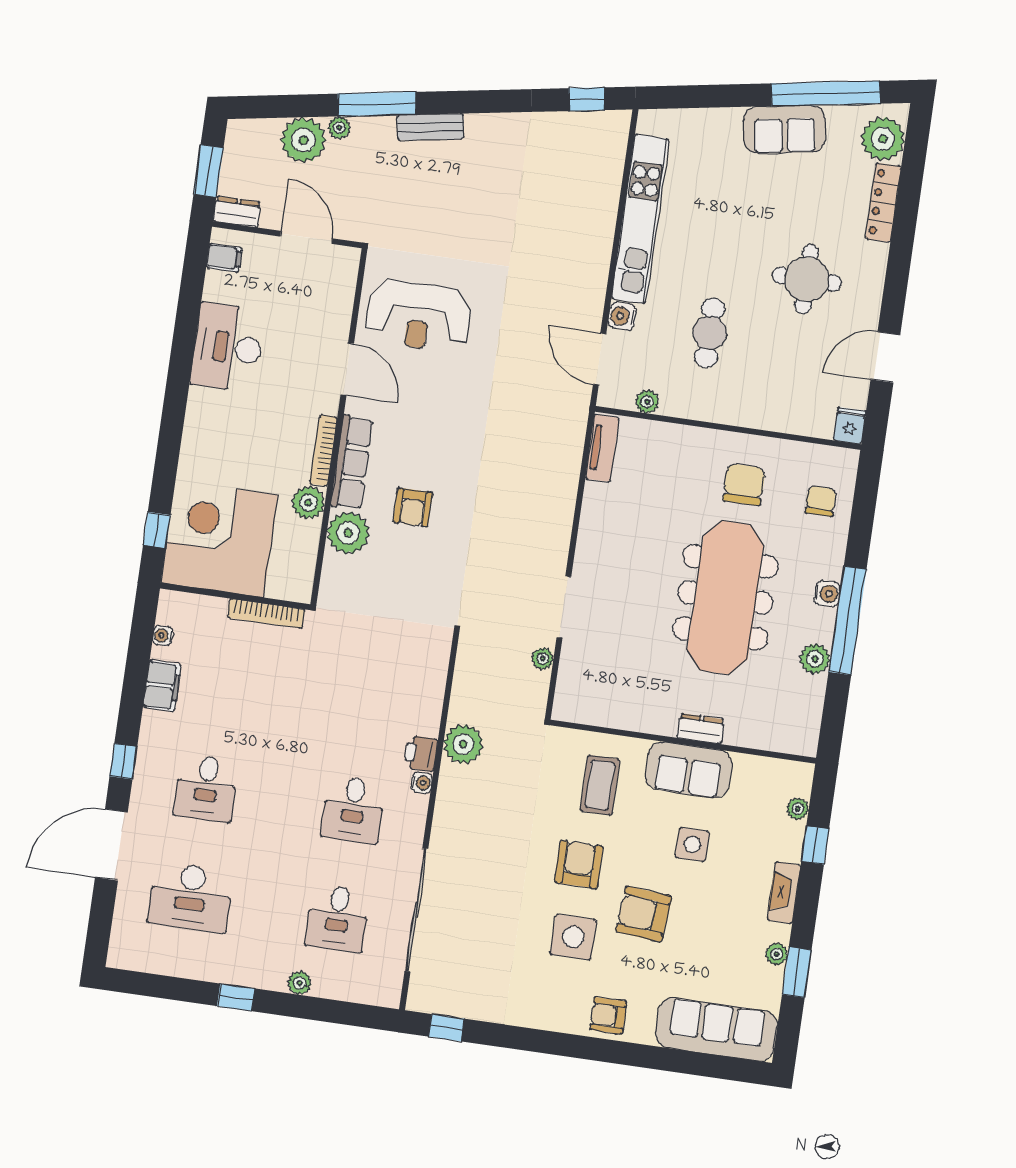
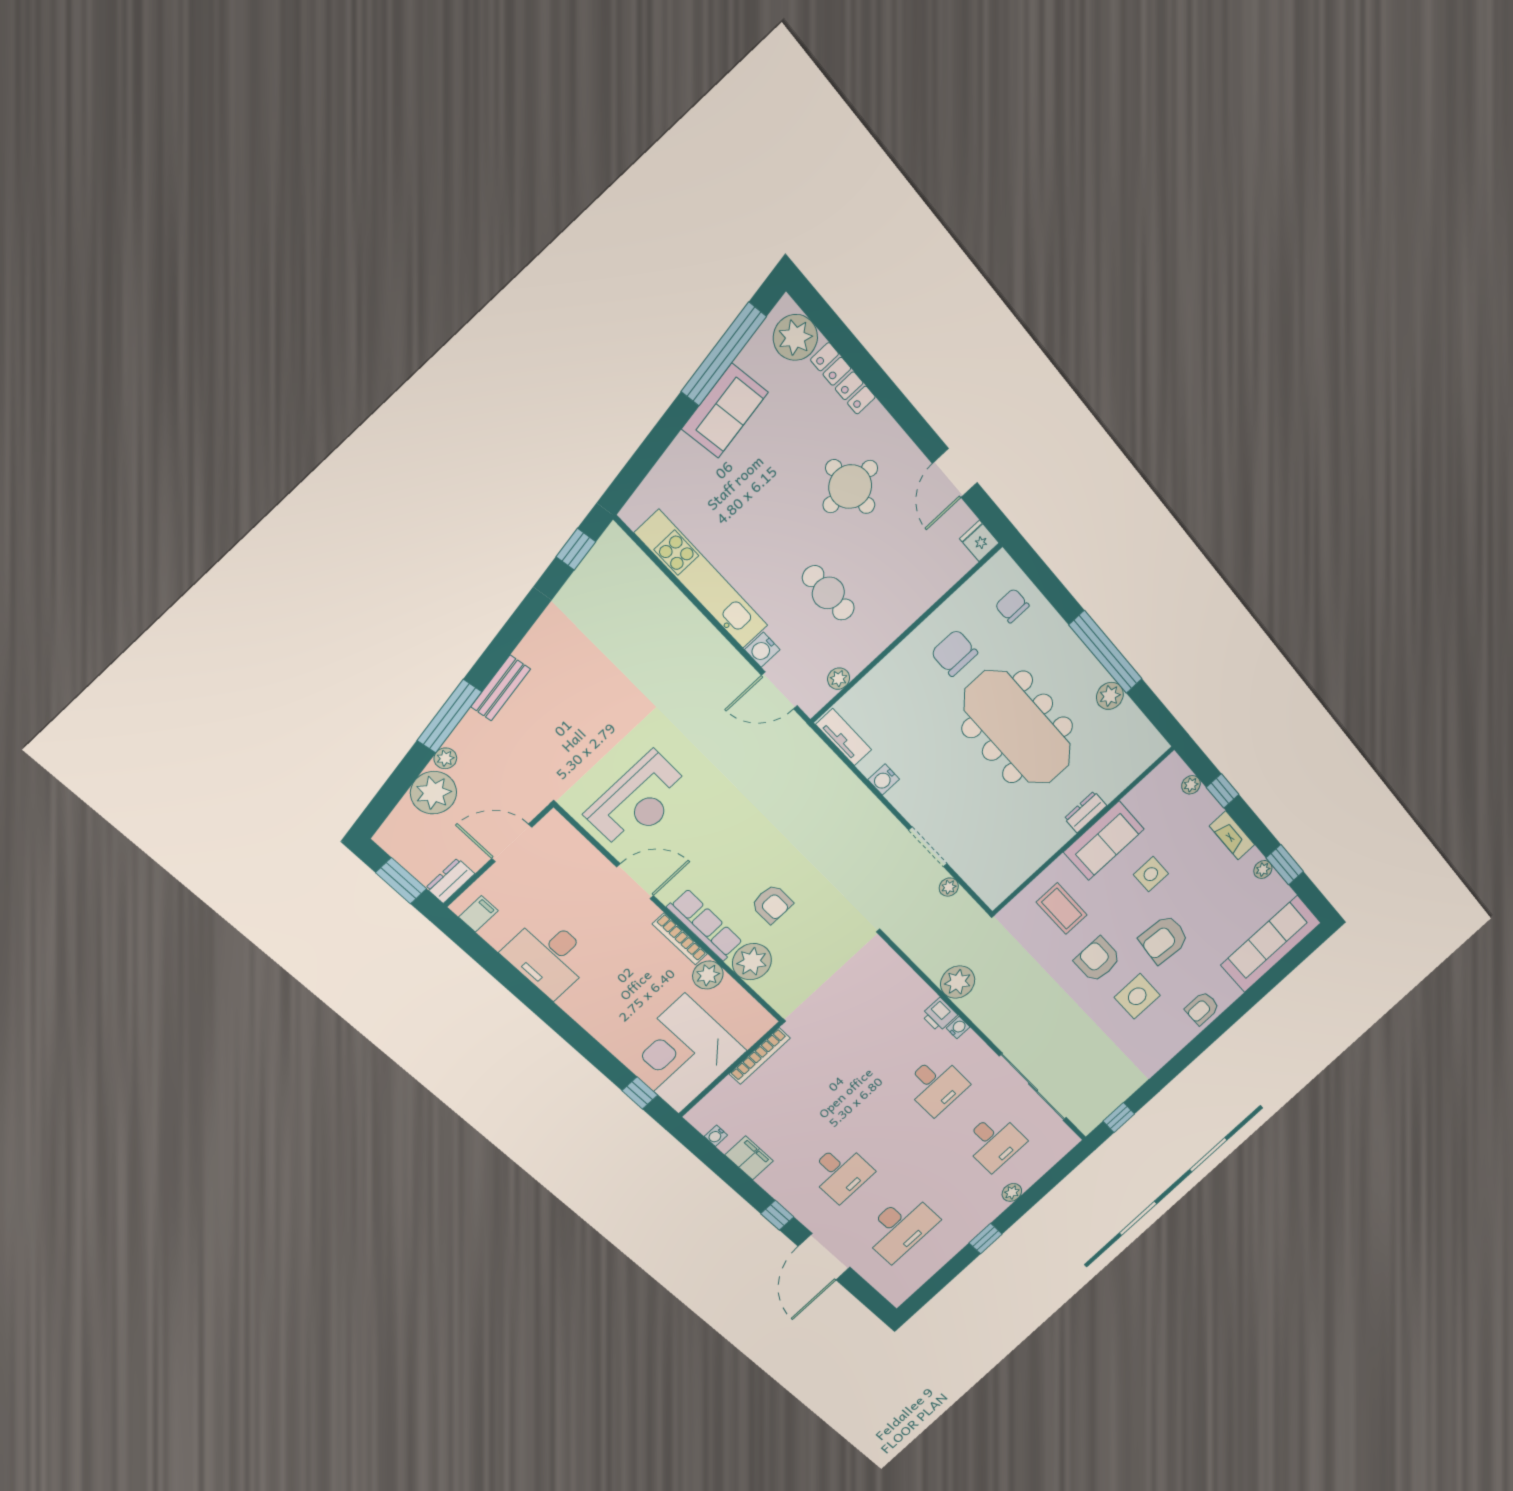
water cooler: (827, 594) -> (884, 779), moved, turned 180

